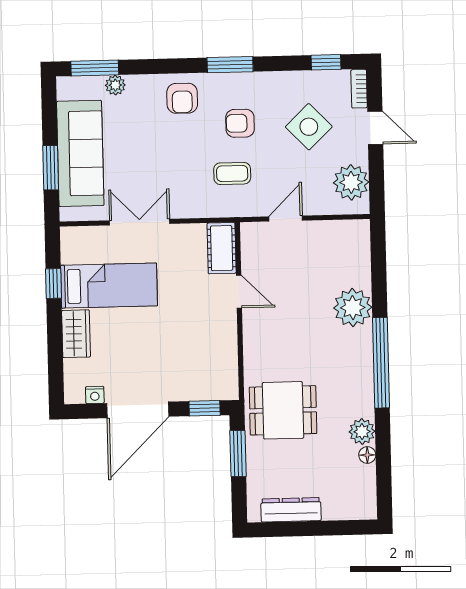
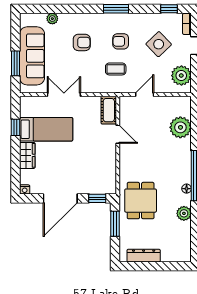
window: (95, 68) -> (41, 9), removed
armchair: (182, 98) -> (82, 42), moved, turned -90
plant: (353, 308) -> (180, 127), moved
nightstand: (95, 395) -> (25, 189), moved
dining table: (283, 410) -> (141, 201), turned 90
floor lamp: (367, 455) -> (187, 189), moved

